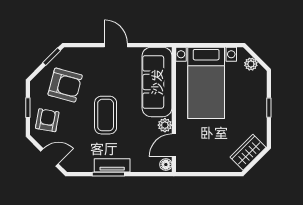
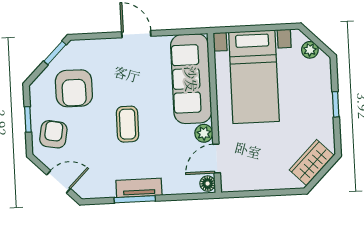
armchair: (65, 85) -> (74, 88), turned 75
coffee table: (106, 115) -> (127, 124), width x0.73, depth x0.77

